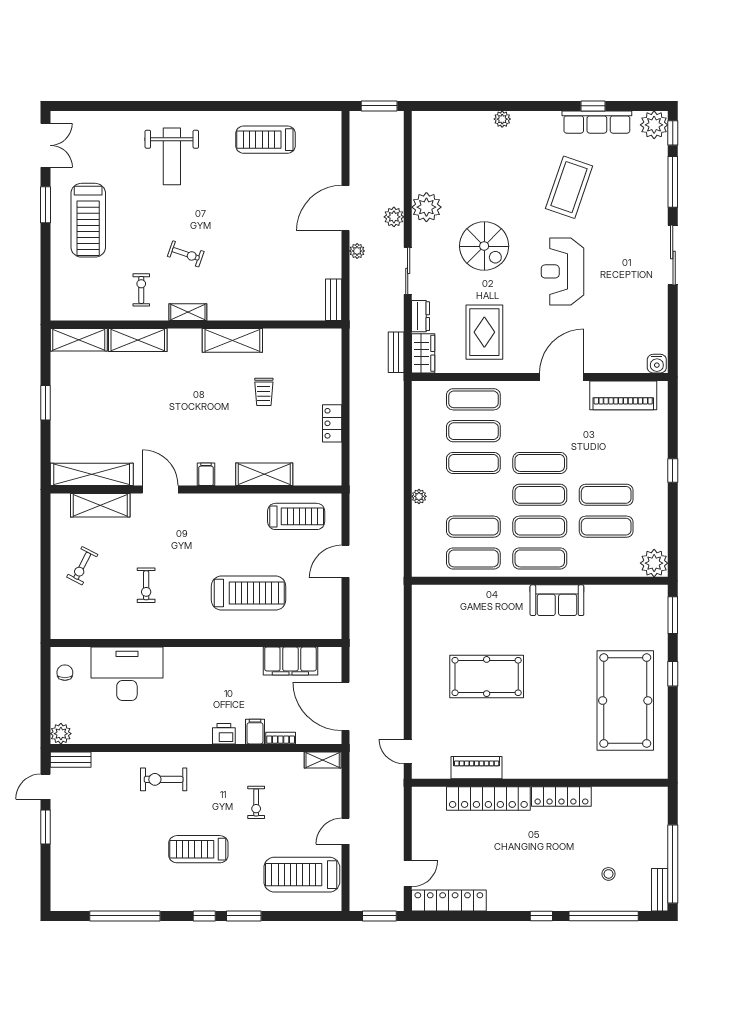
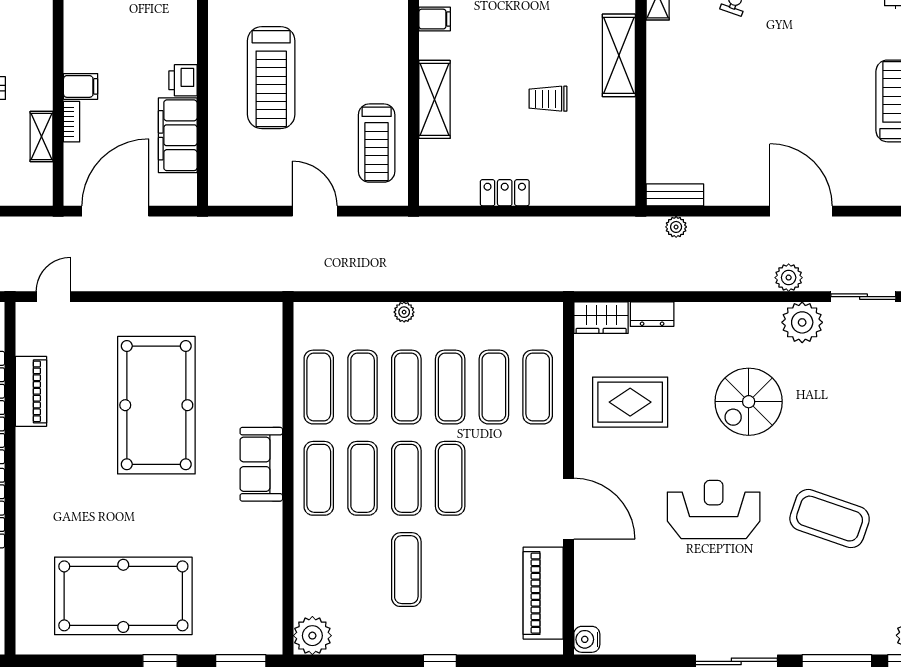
plant: (357, 251) -> (676, 227), moved
sliding door: (408, 271) -> (863, 297), moved
bench: (396, 352) -> (603, 281), removed
exercise mat: (606, 527) -> (406, 387), moved
sofa: (557, 600) -> (261, 464), moved
pool table: (487, 677) -> (156, 405), width x1.36, depth x1.32
printer: (224, 734) -> (183, 80), moved, turned 180
shelving: (323, 760) -> (41, 136), moved

